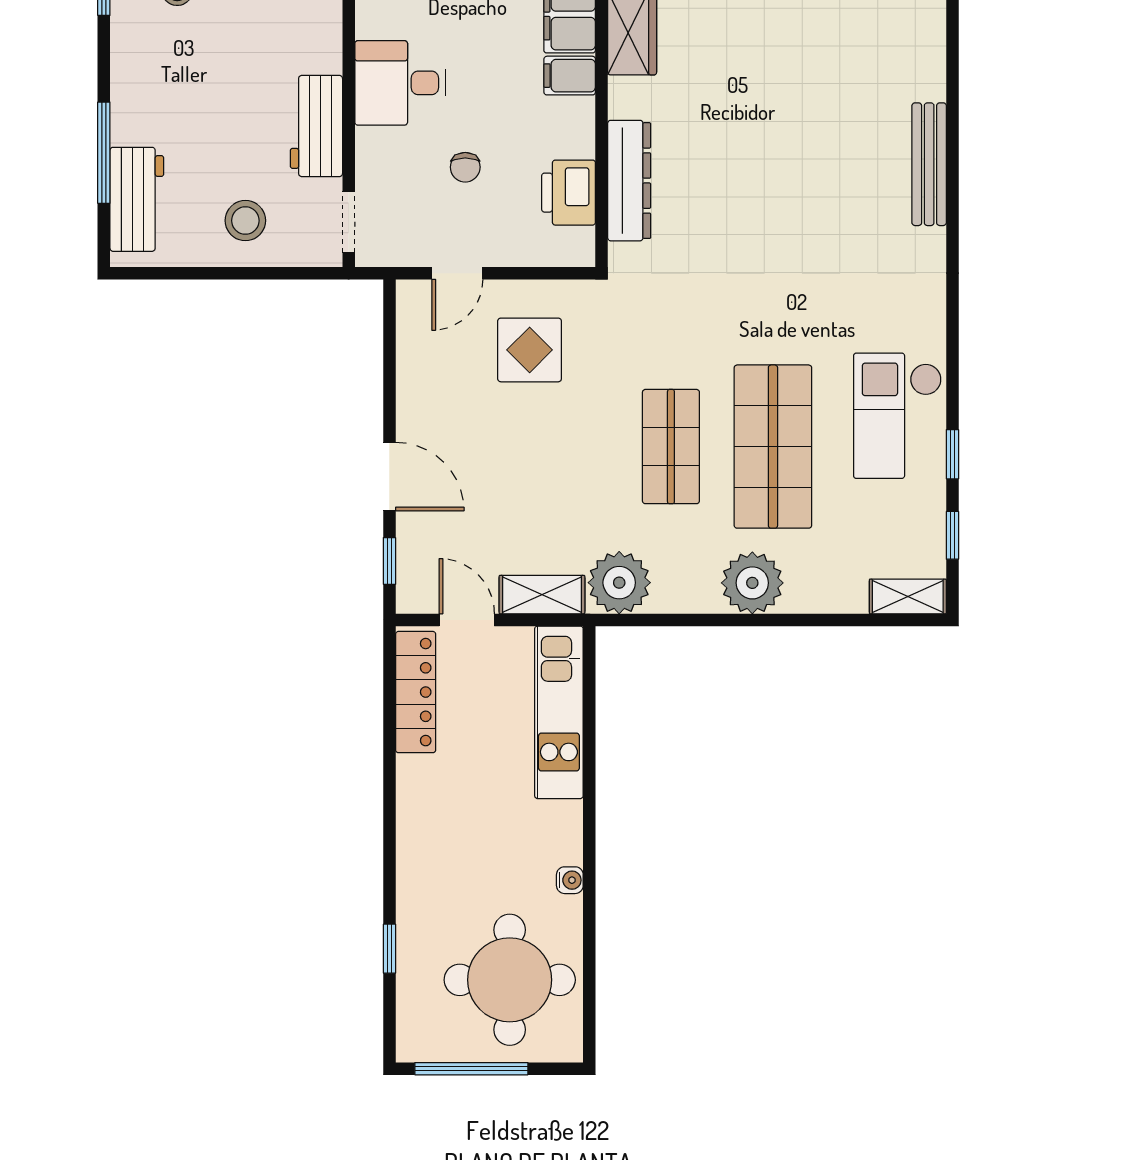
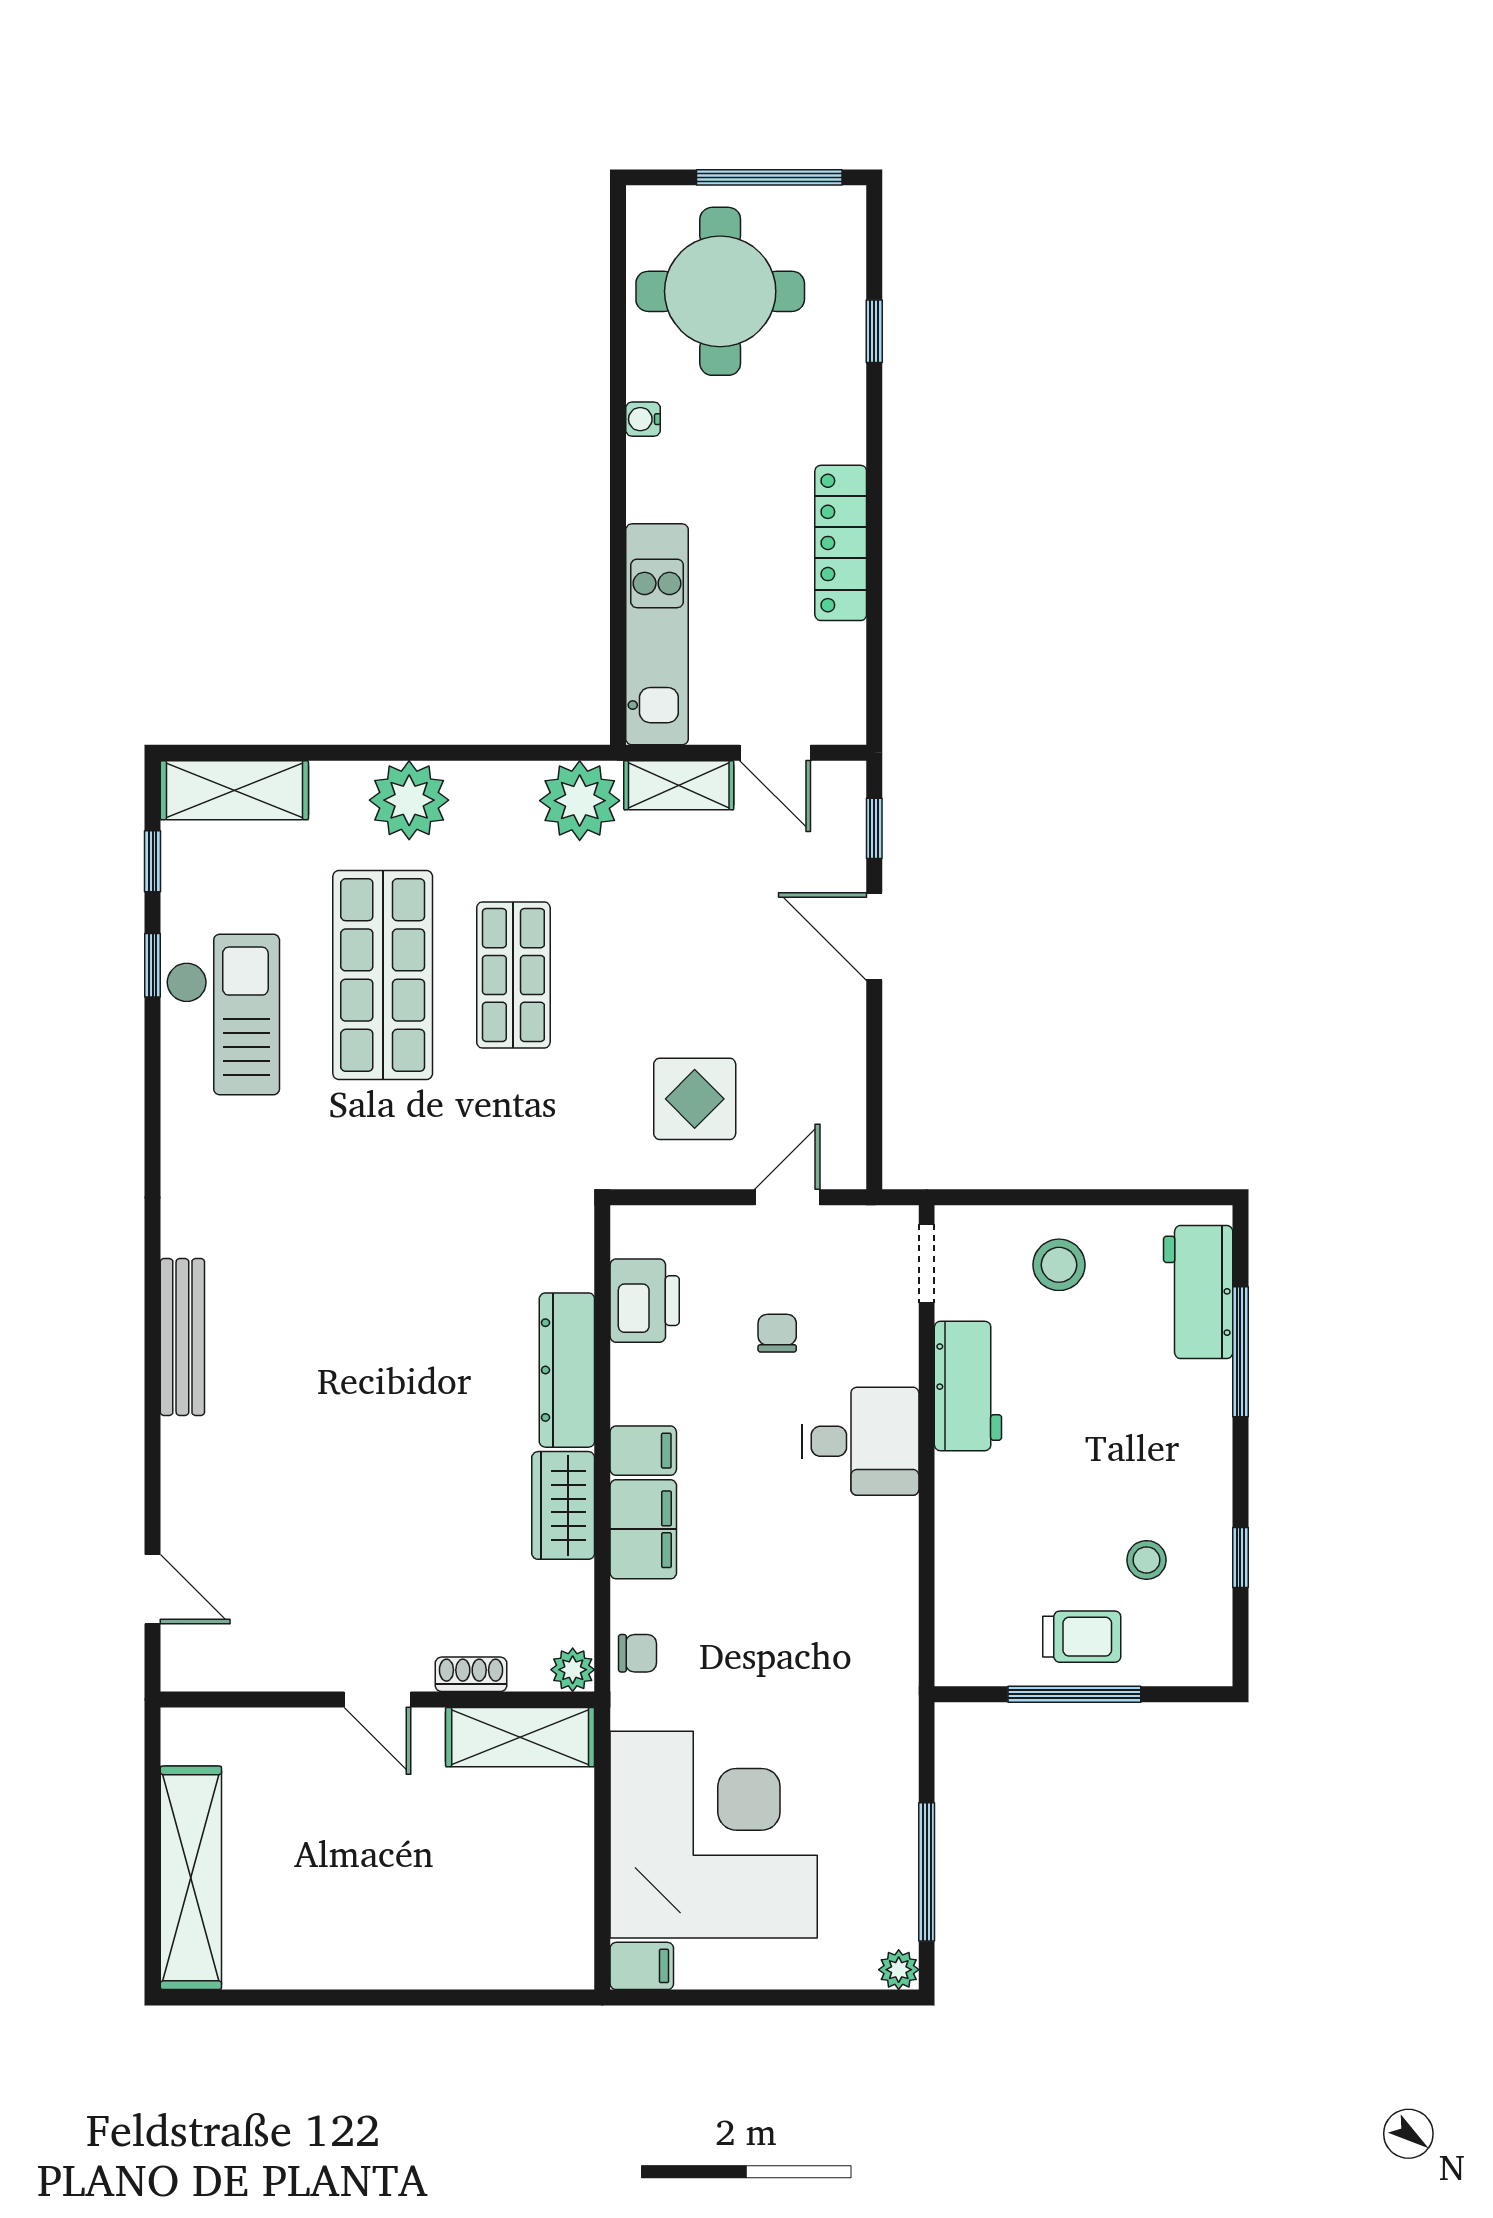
dresser: (629, 181) -> (567, 1370), moved
shelving: (908, 597) -> (234, 790), width x1.50, depth x1.33
locker: (416, 692) -> (841, 543), moved

